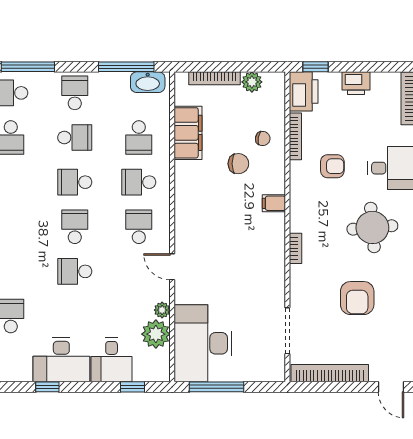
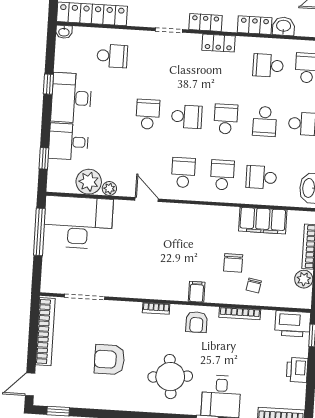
bookcase: (295, 136) -> (240, 313), moved
armchair: (332, 166) -> (196, 322), moved
school desk: (139, 227) -> (183, 173), turned -90
door: (172, 267) -> (147, 200), hinge flipped

